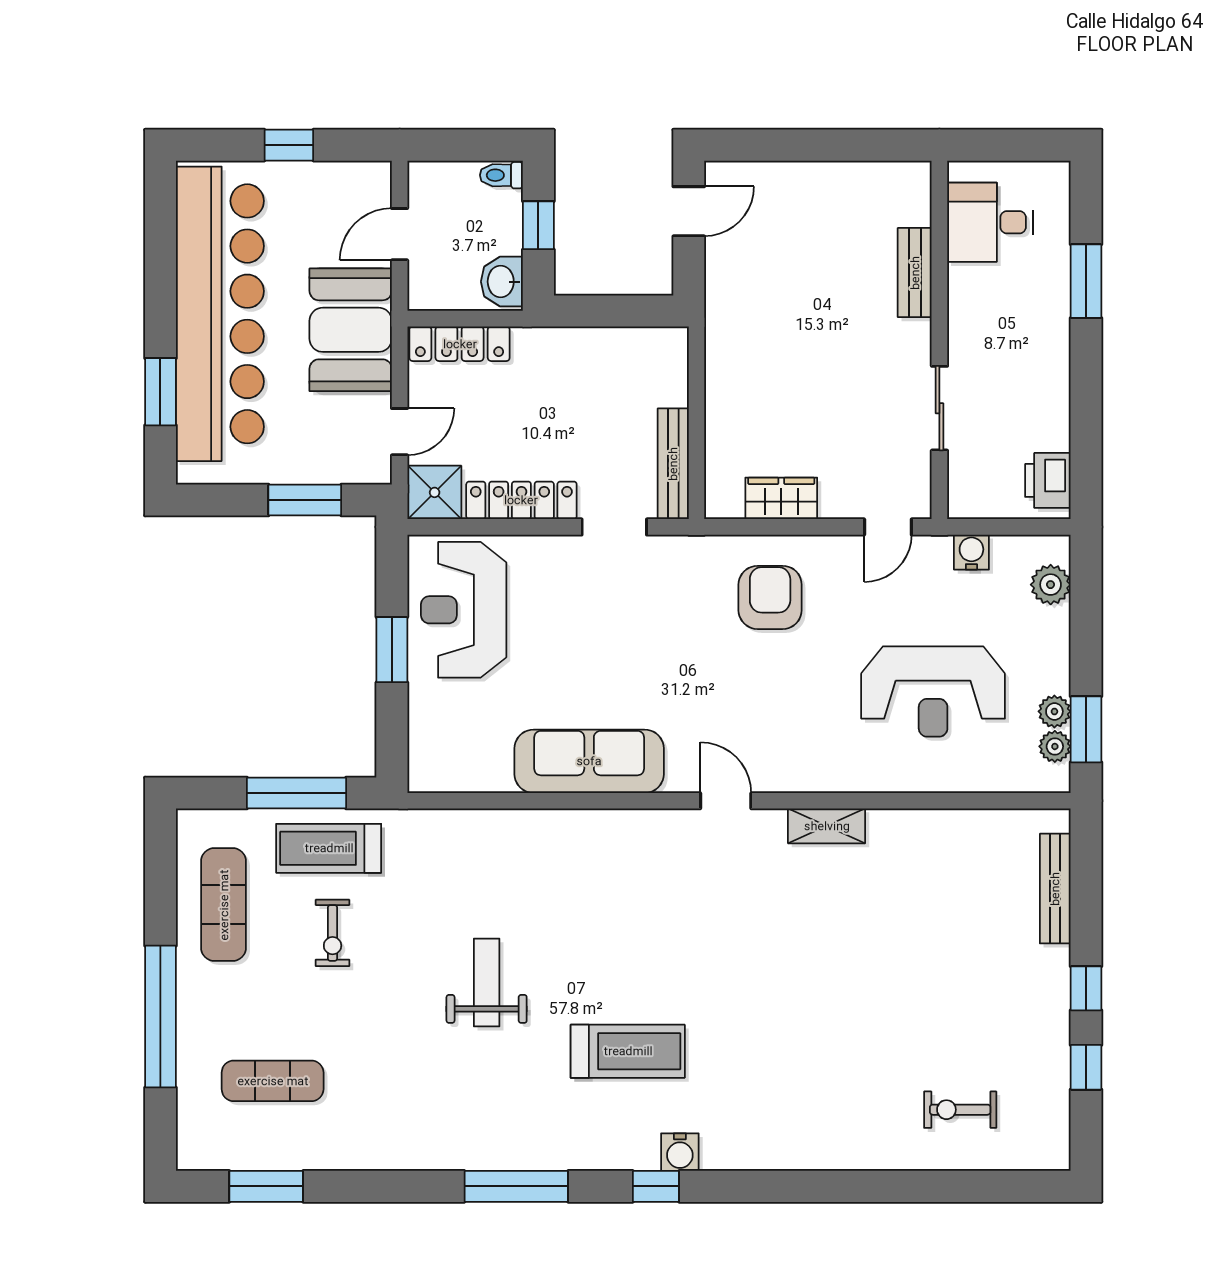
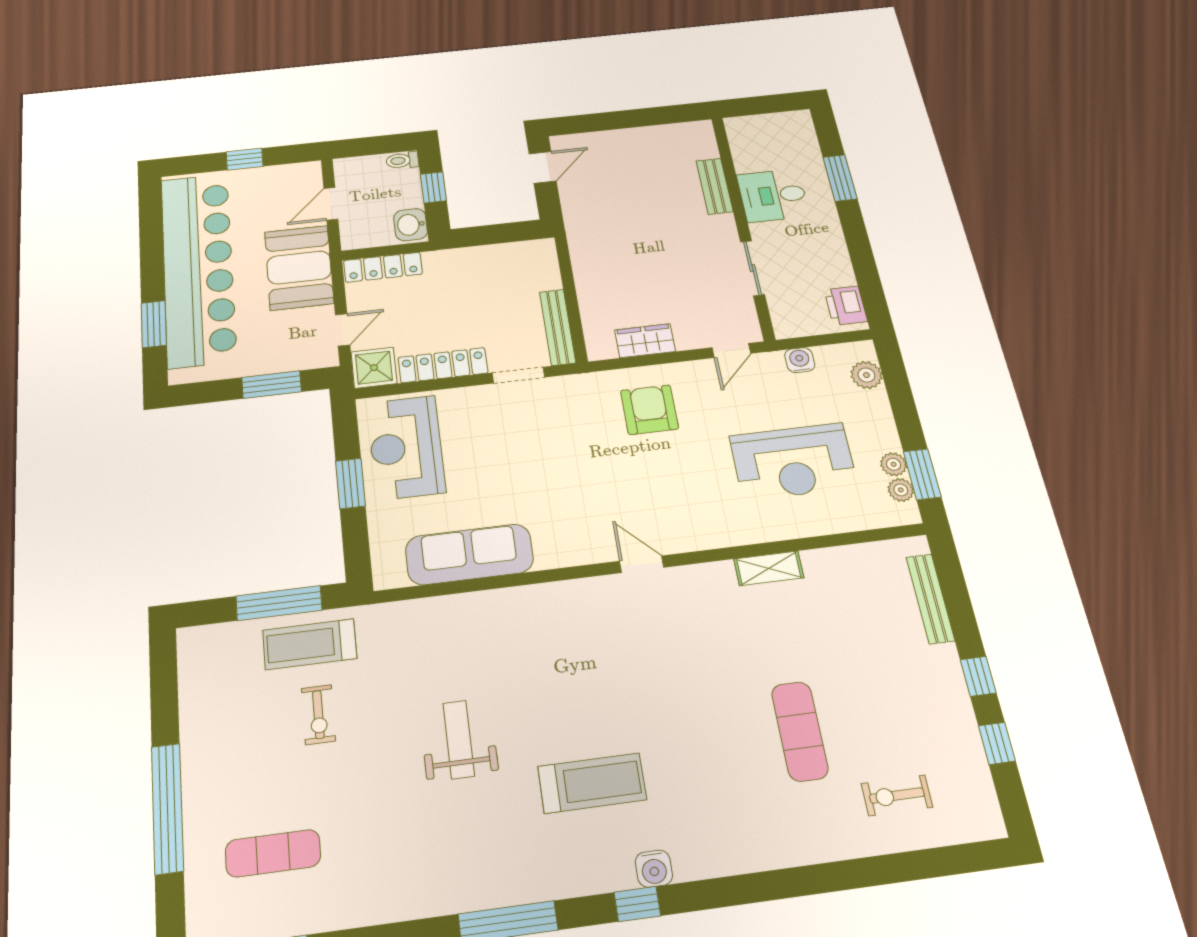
desk: (990, 222) -> (773, 195), moved
sofa: (589, 761) -> (469, 554), moved
shelving: (827, 826) -> (769, 568), moved
exercise mat: (224, 905) -> (800, 731), moved

